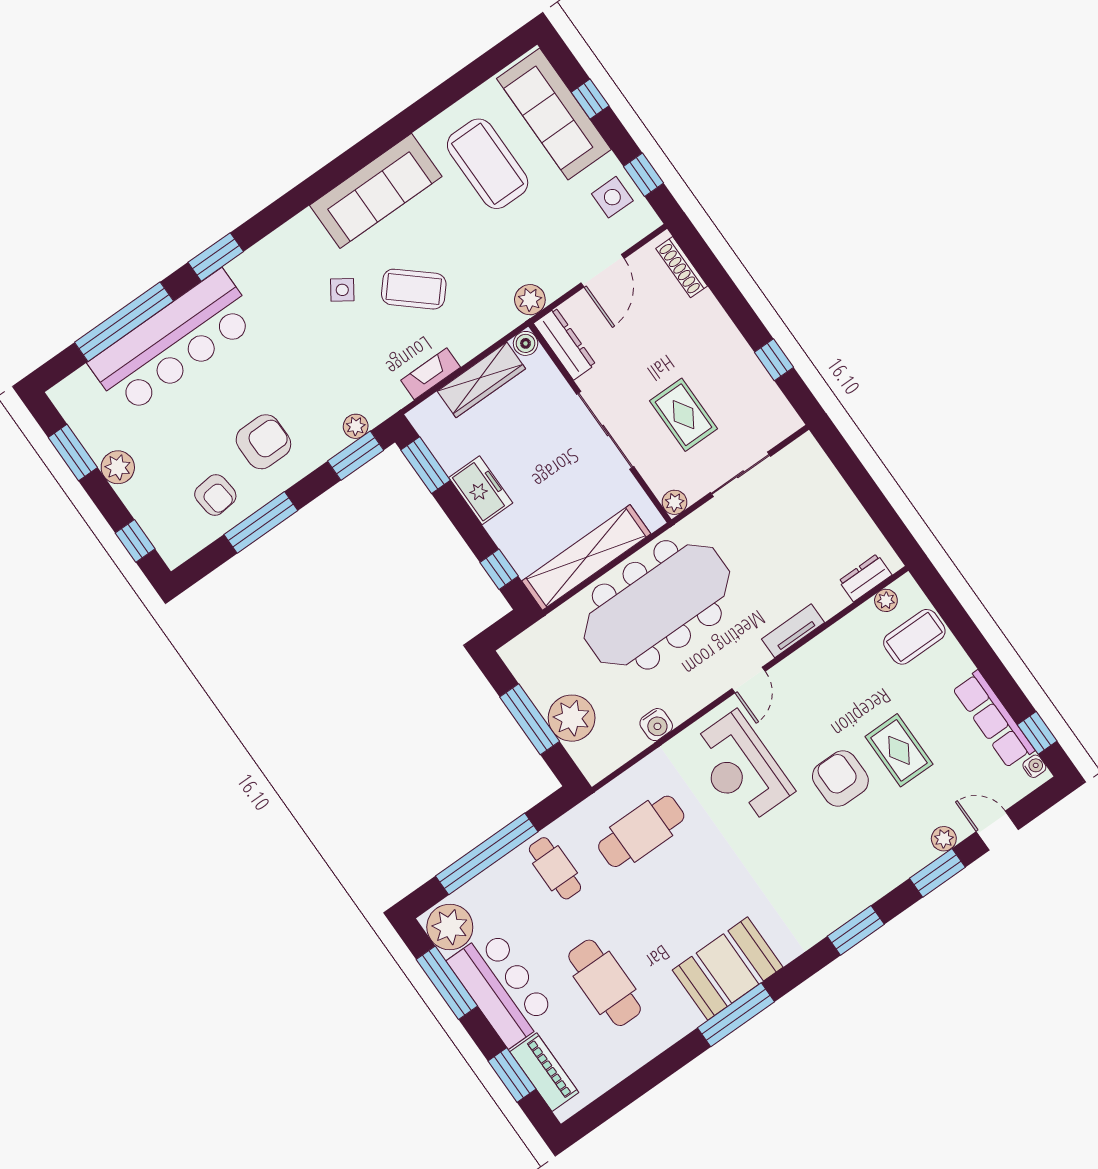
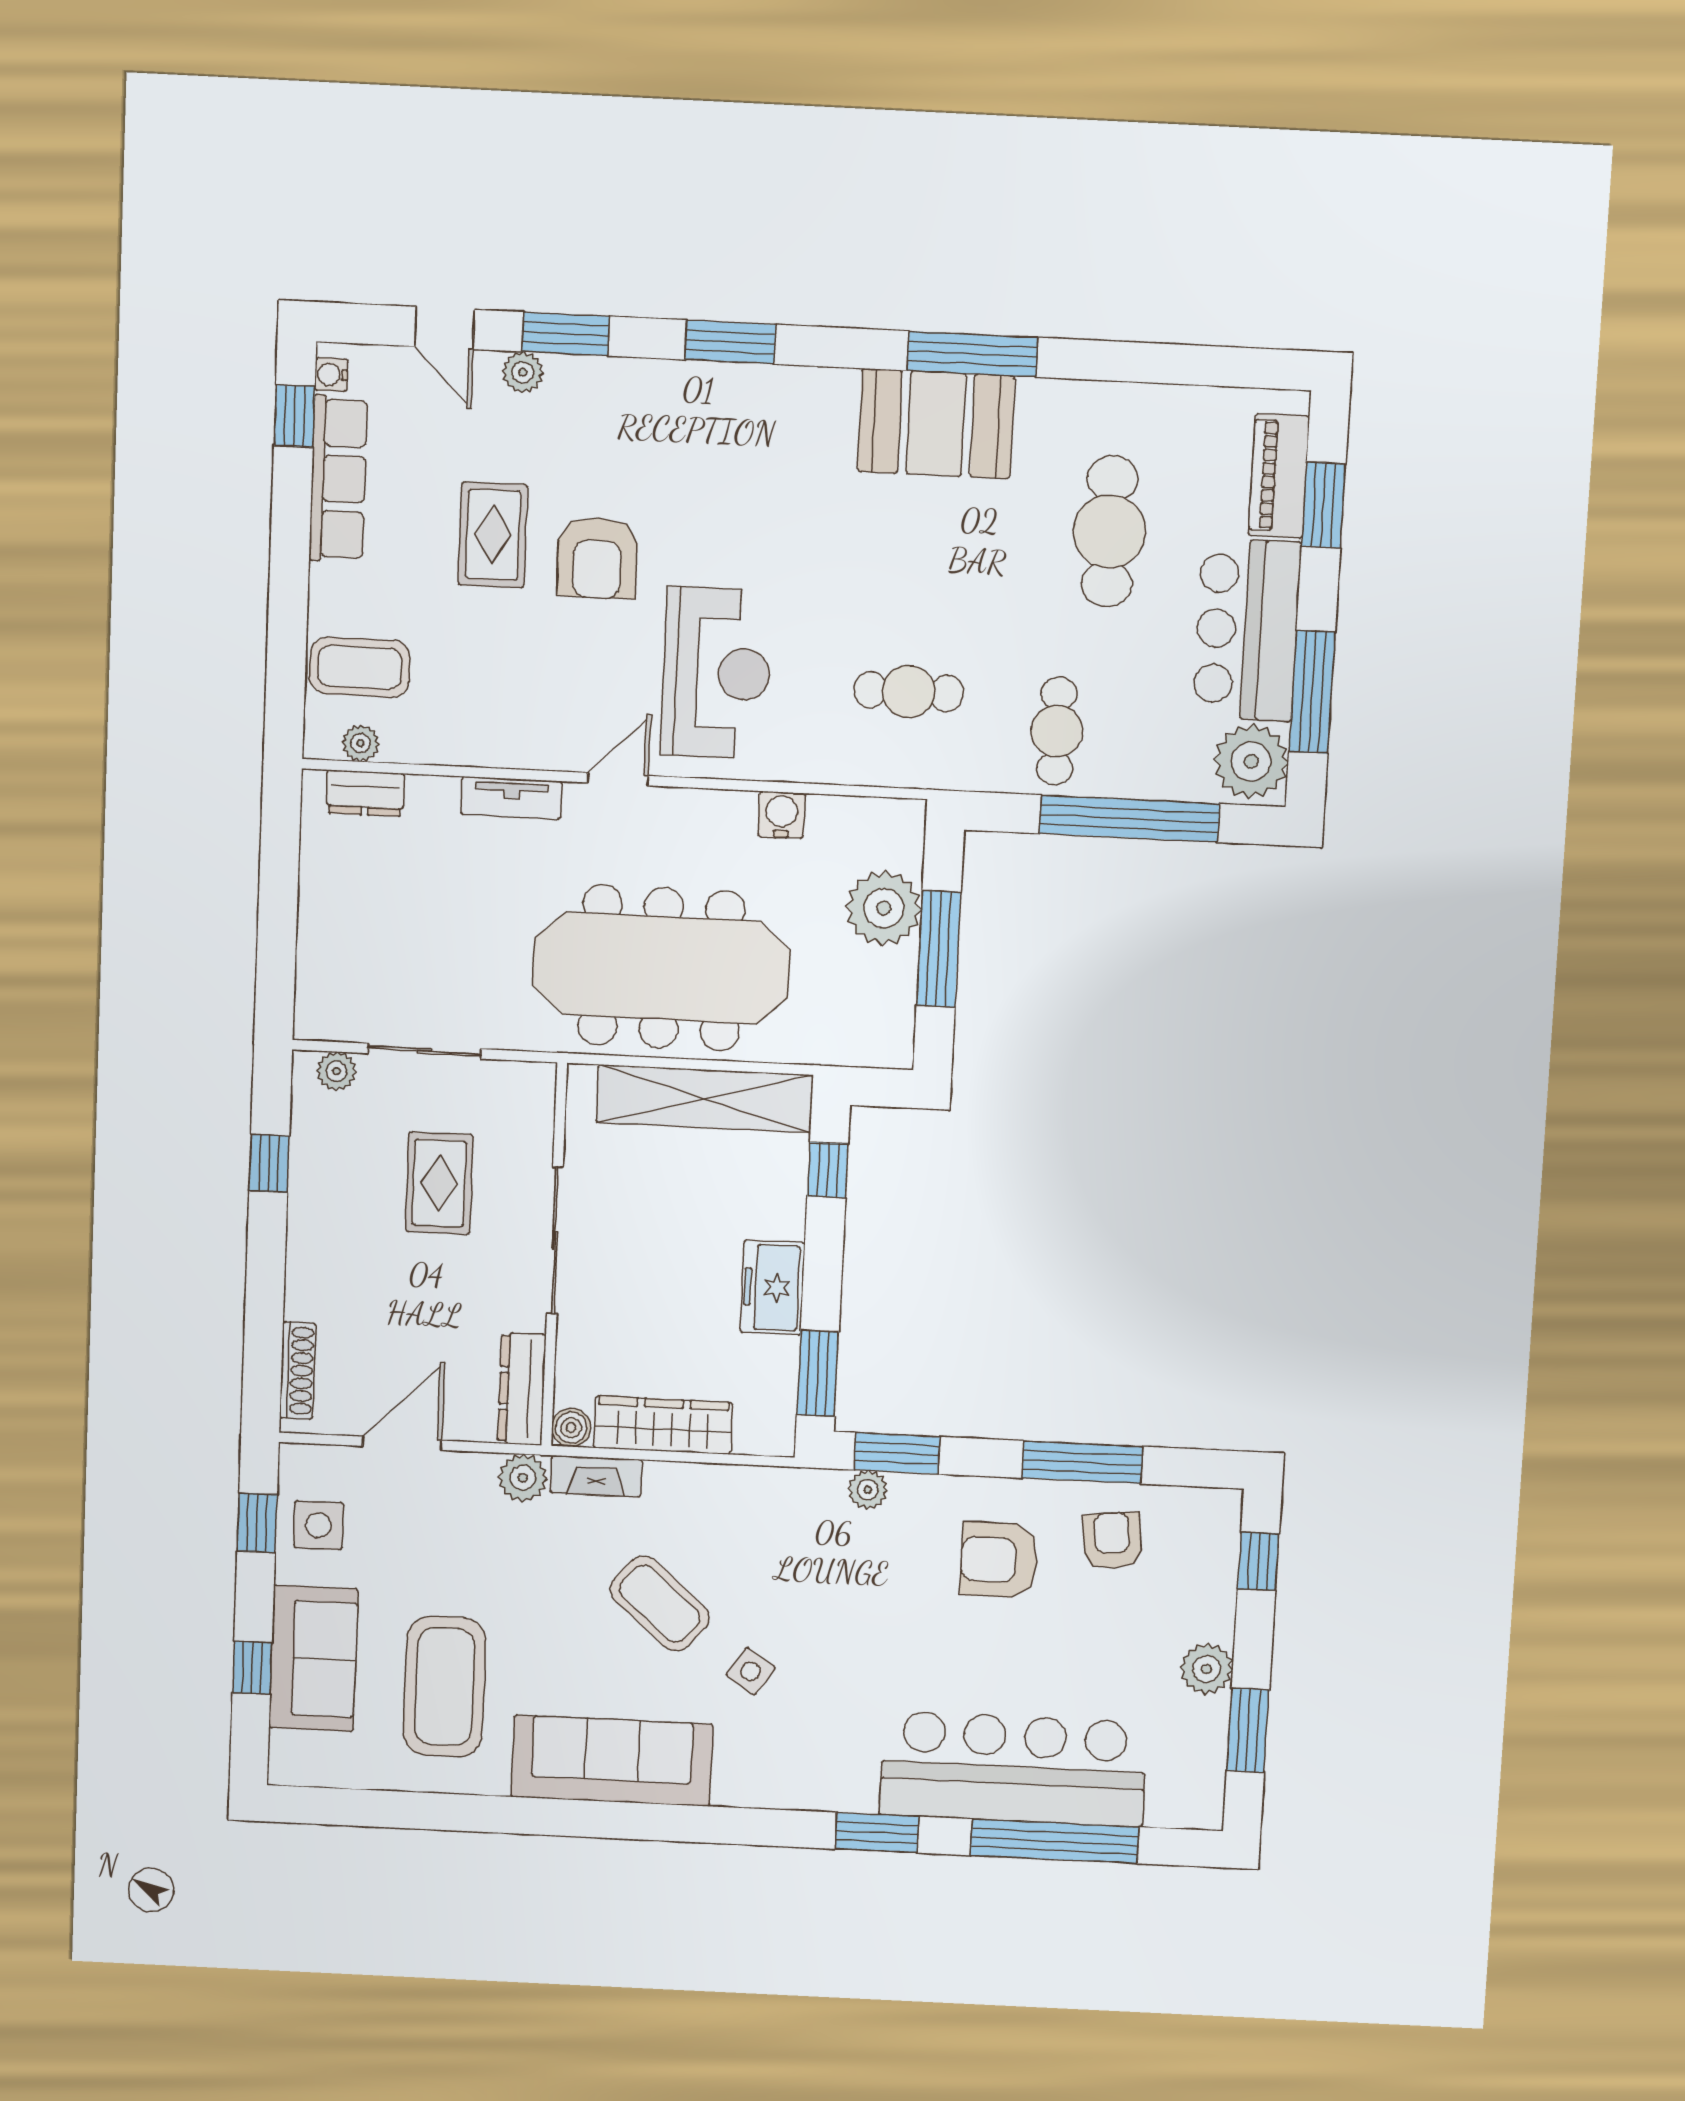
sofa: (554, 114) -> (313, 1658), width x0.73
fireplace: (431, 374) -> (596, 1476), moved
plant: (675, 502) -> (336, 1071), moved
cafe table: (641, 831) -> (908, 692), width x0.73, depth x0.74

